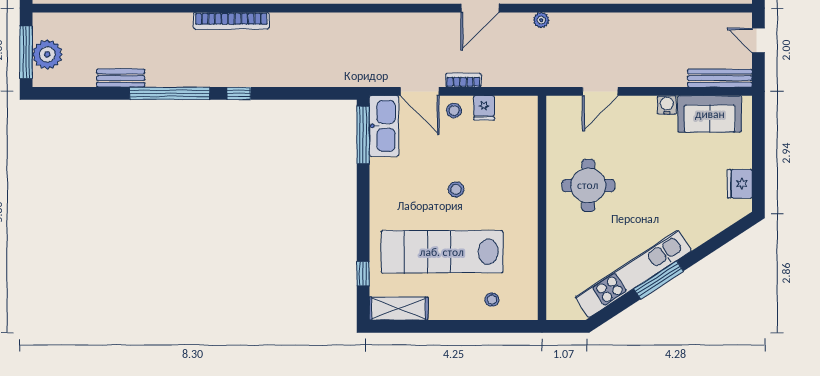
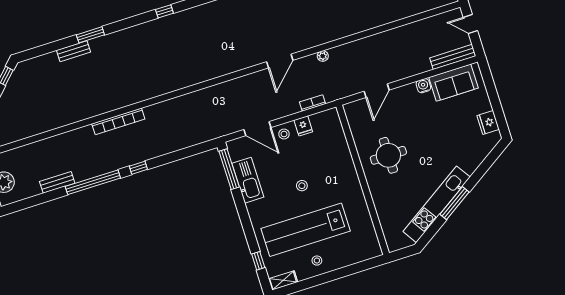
bookcase: (463, 80) -> (312, 103), moved
kitchen sink: (384, 126) -> (248, 180), moved
stool: (492, 300) -> (317, 261), moved
shelving: (399, 309) -> (283, 280), width x0.67, depth x0.75

